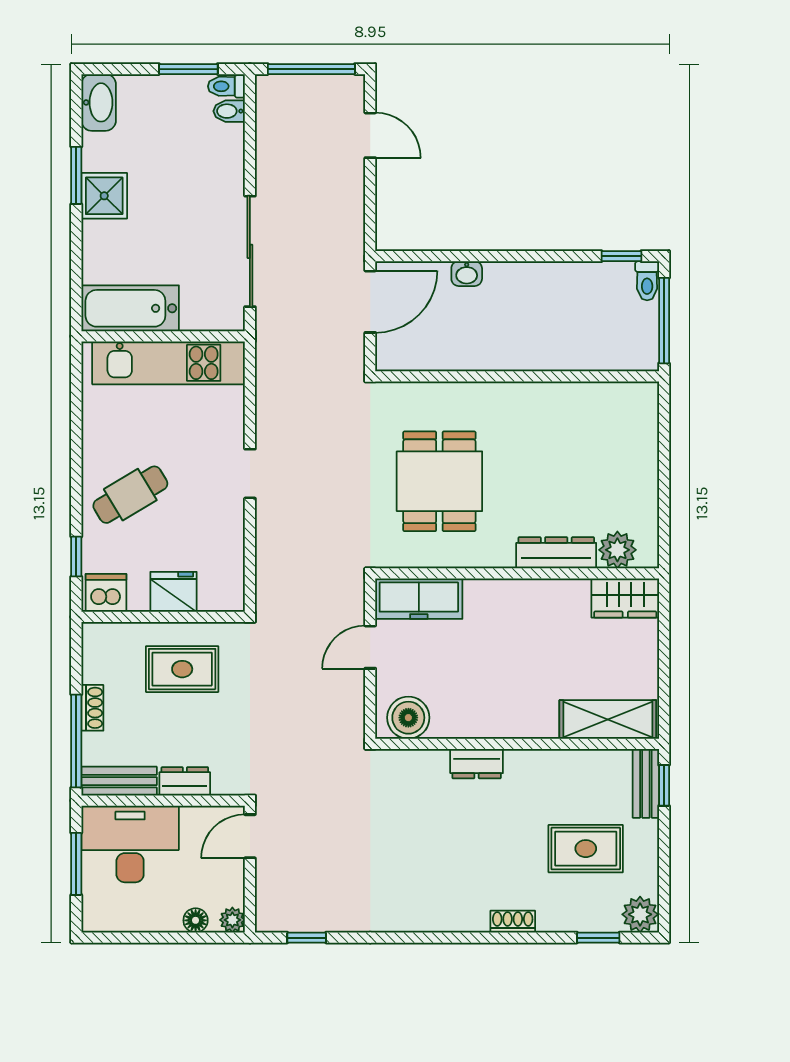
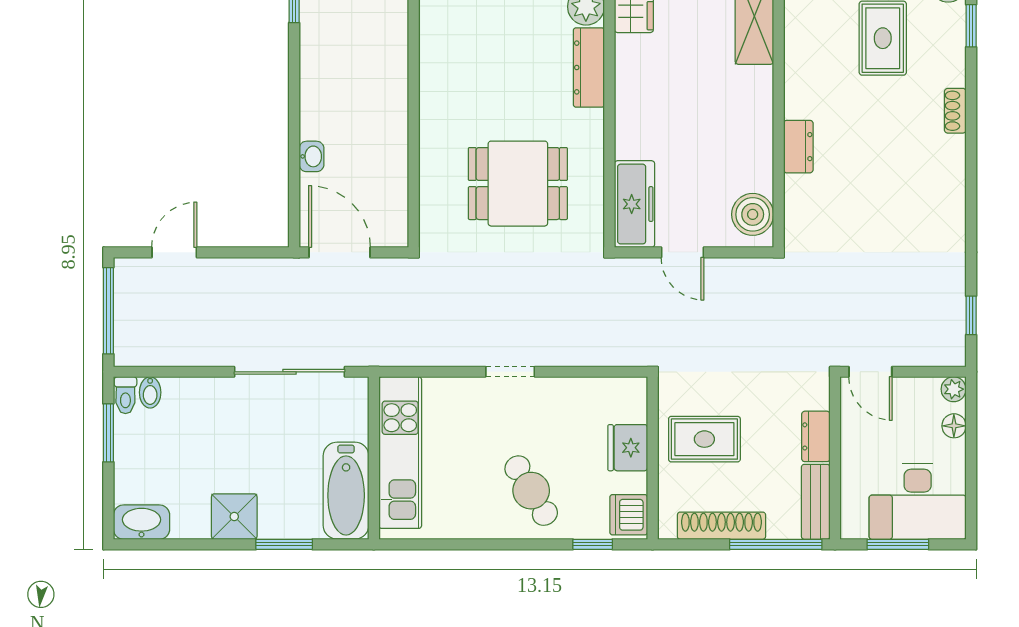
window: (76, 175) -> (284, 544), moved
rug: (182, 669) -> (704, 439), turned 90
shoe rack: (92, 708) -> (721, 526), width x1.94, depth x1.24
desk: (130, 844) -> (918, 501), moved, turned -90

